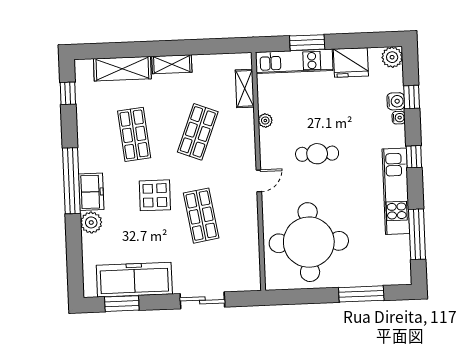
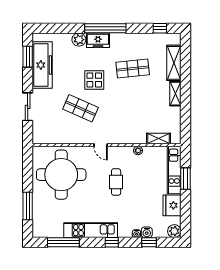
shop shelf: (198, 132) -> (133, 108), removed
shop shelf: (201, 216) -> (80, 108), turned 33

